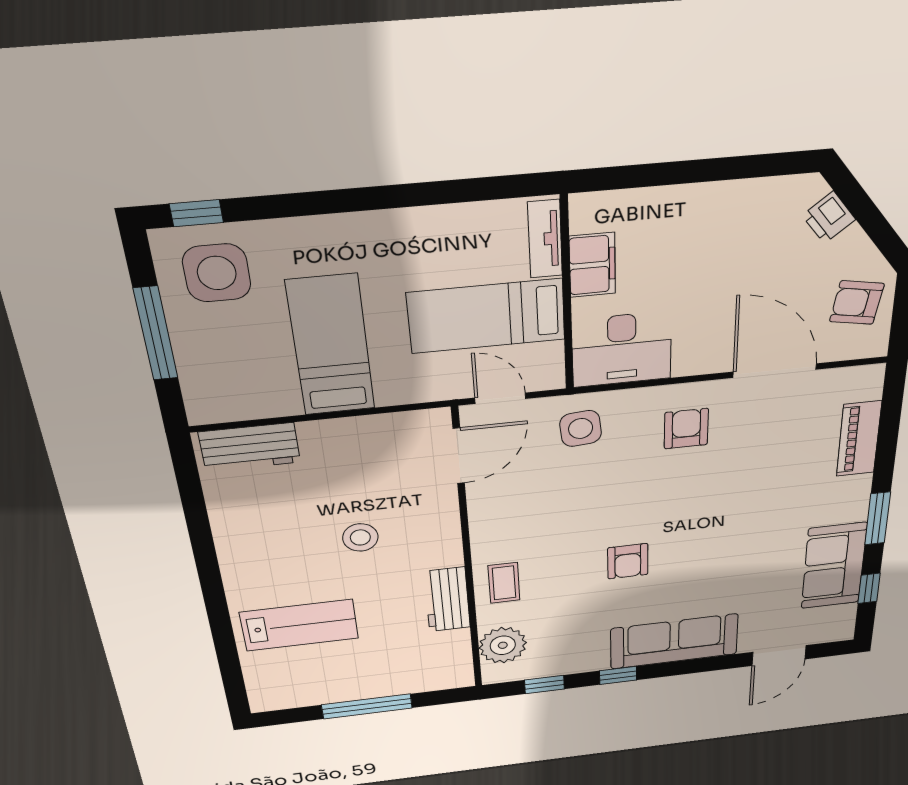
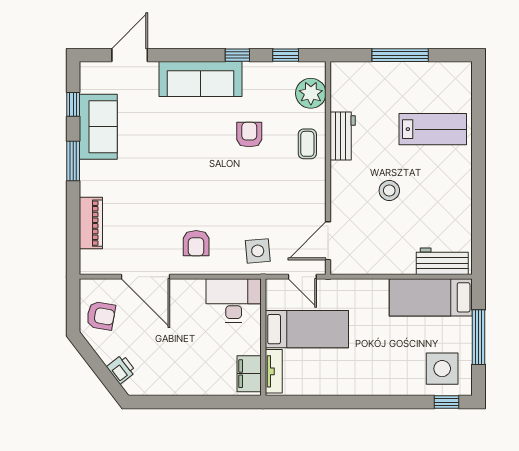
filing cabinet: (592, 265) -> (249, 374), moved
bed: (331, 346) -> (431, 297), moved, turned 90
armchair: (628, 561) -> (249, 135), moved
lab bench: (299, 625) -> (433, 129), turned 180

